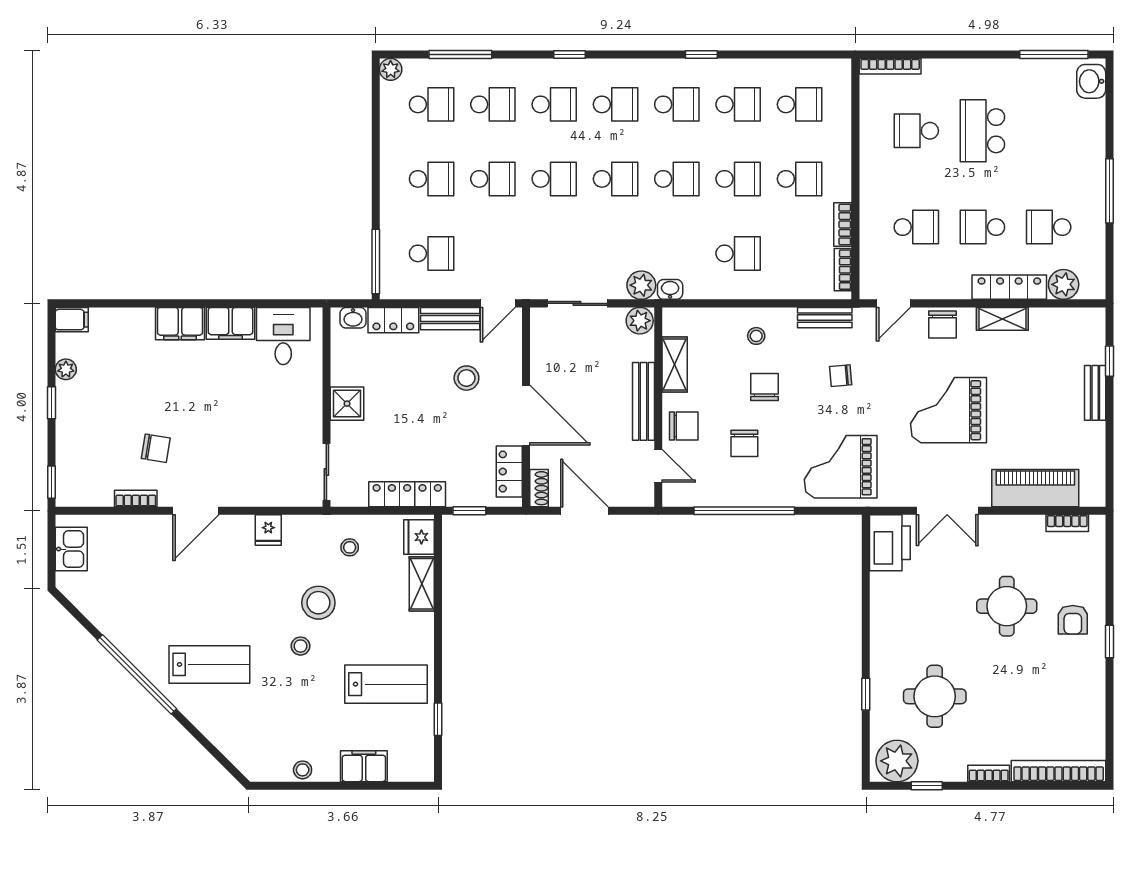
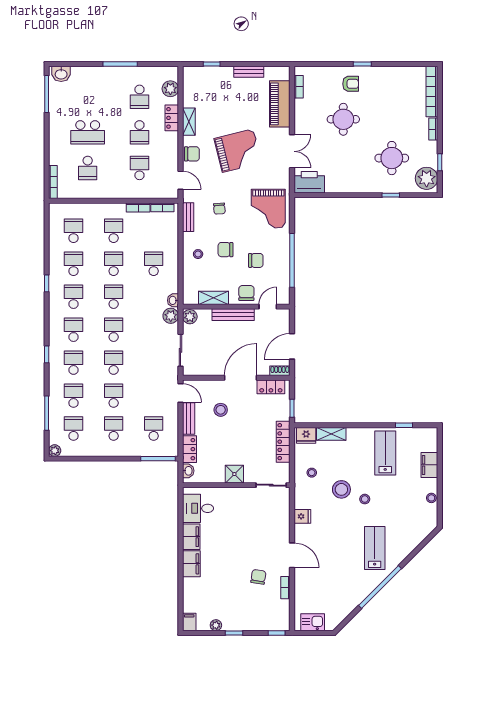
locker: (1009, 287) -> (172, 118), width x0.66
bench: (1095, 393) -> (249, 72), moved
grand piano: (948, 410) -> (238, 151), turned -104

